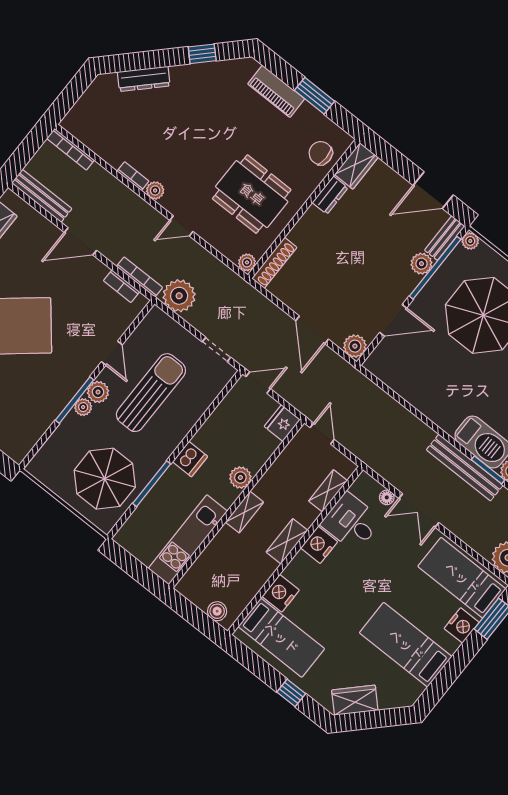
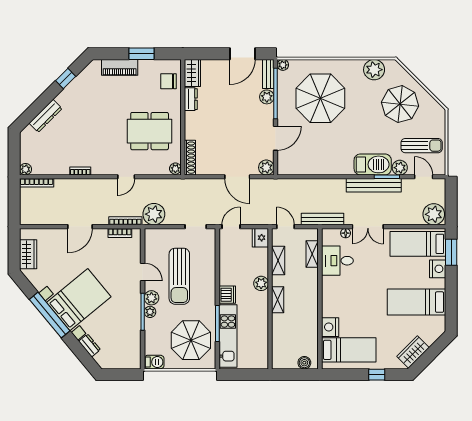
plant: (155, 190) -> (25, 169), moved
bench: (42, 196) -> (322, 219), moved
sun lounger: (151, 393) -> (179, 276), turned 180
barbecue: (41, 470) -> (154, 362), added
kitchen unit: (188, 540) -> (228, 336), moved, turned 180
shelving: (287, 541) -> (278, 261), moved
nightstand: (319, 545) -> (330, 286), removed

